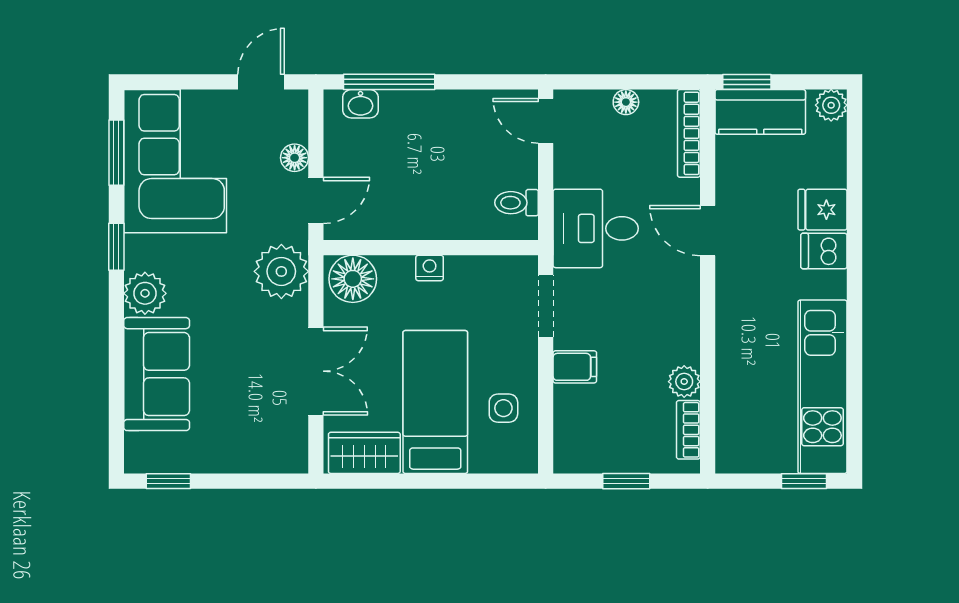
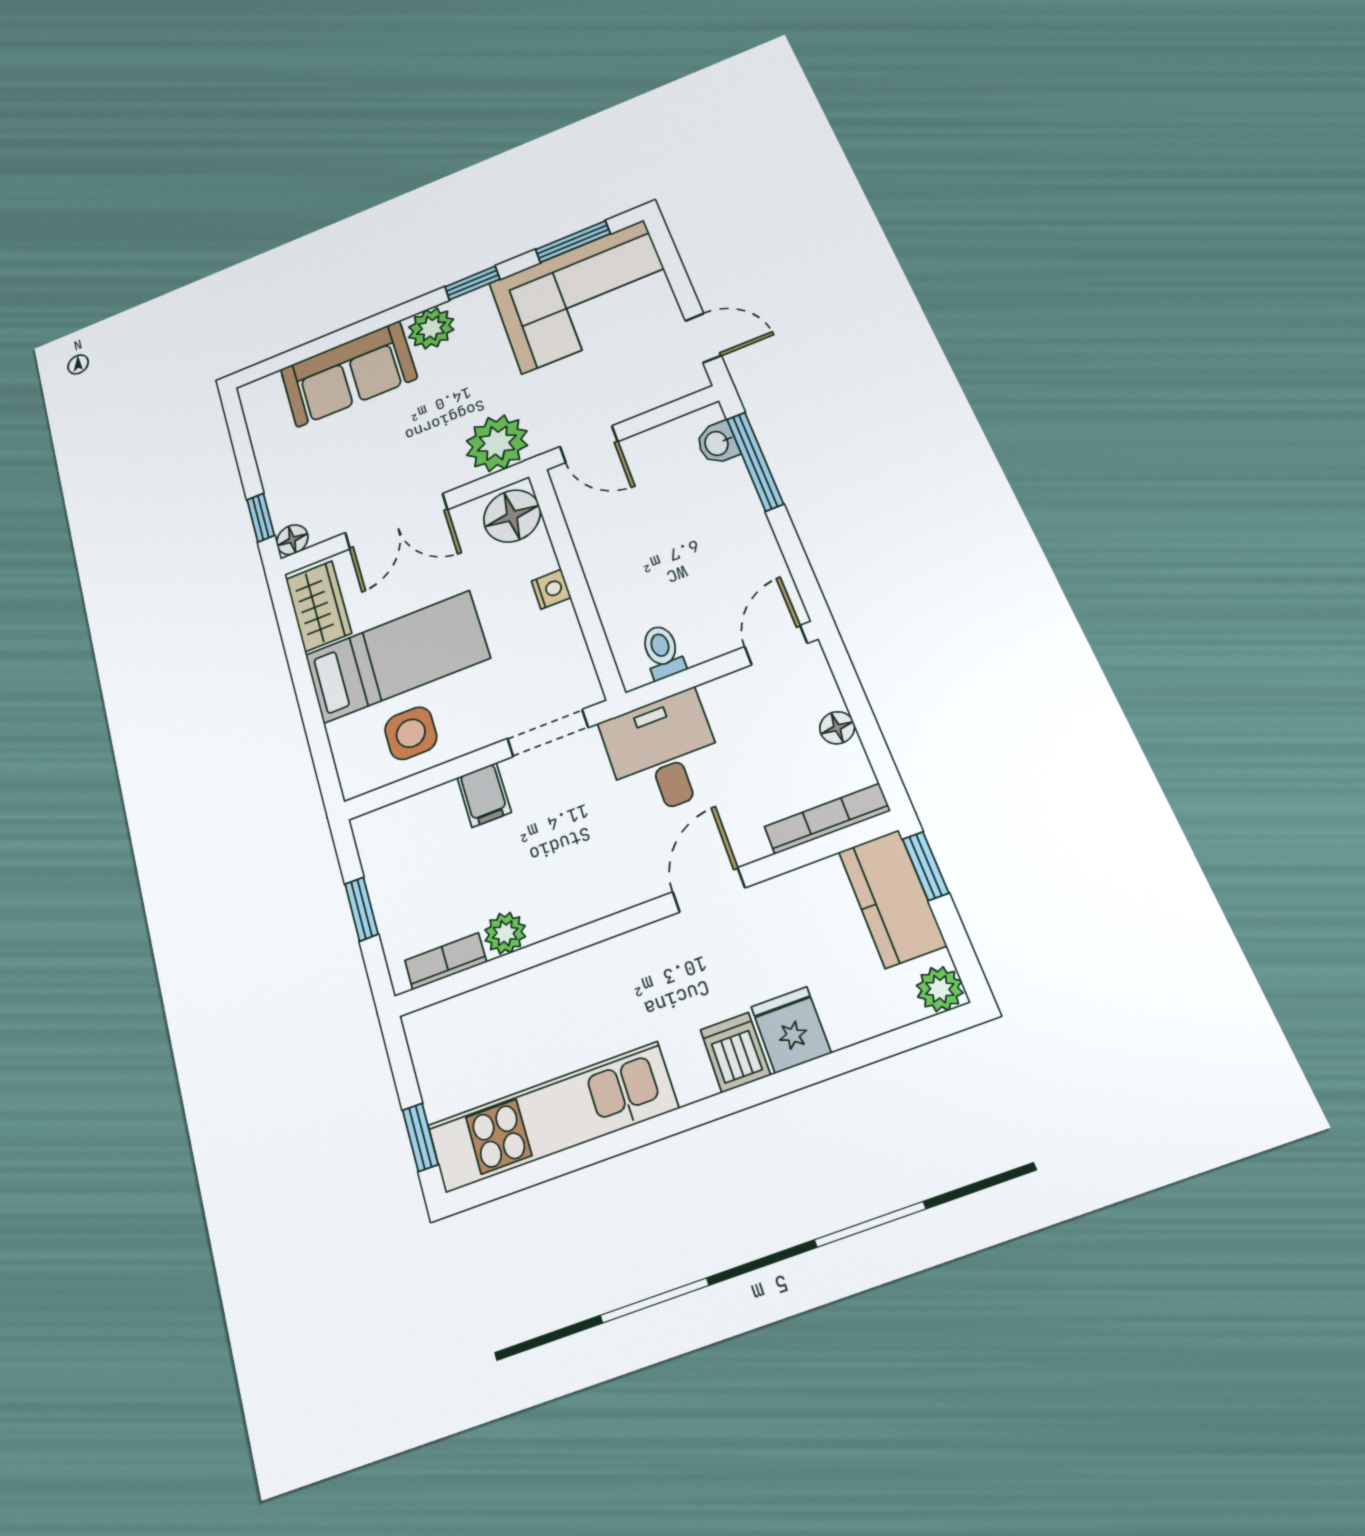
floor lamp: (295, 158) -> (292, 540), moved
side table: (503, 408) -> (411, 733), width x1.37, depth x1.37
window: (168, 481) -> (261, 518), moved

